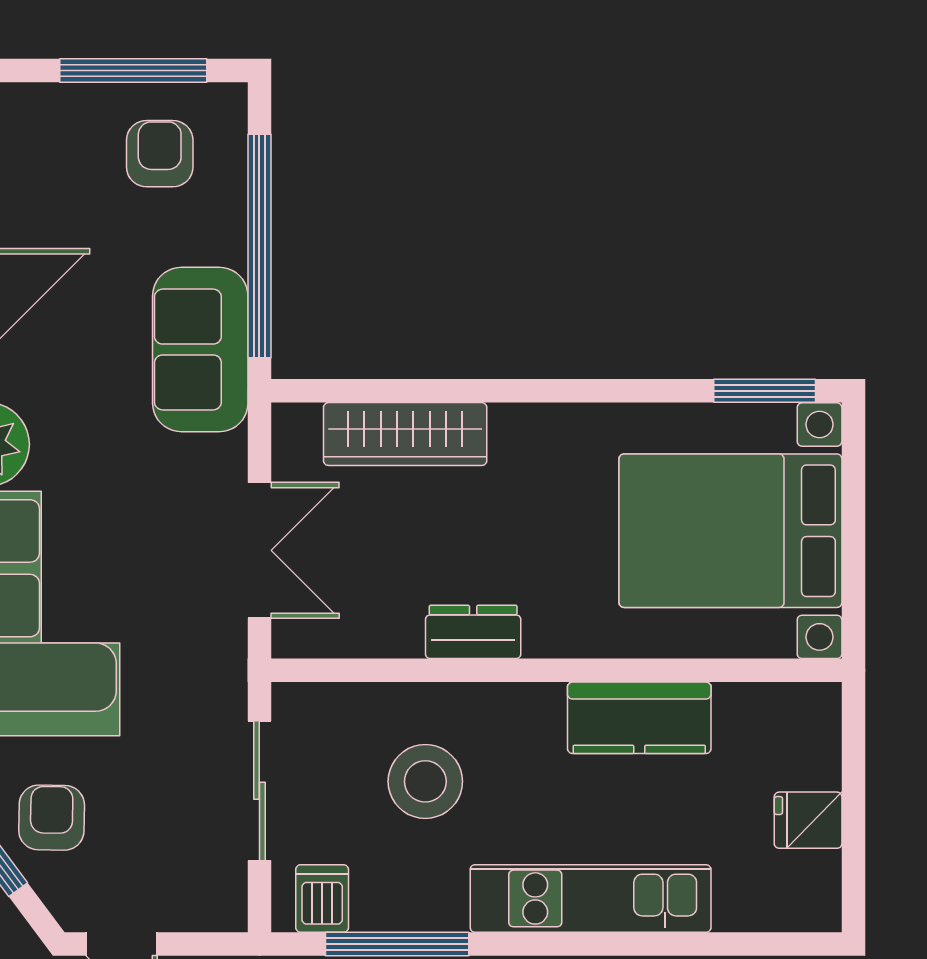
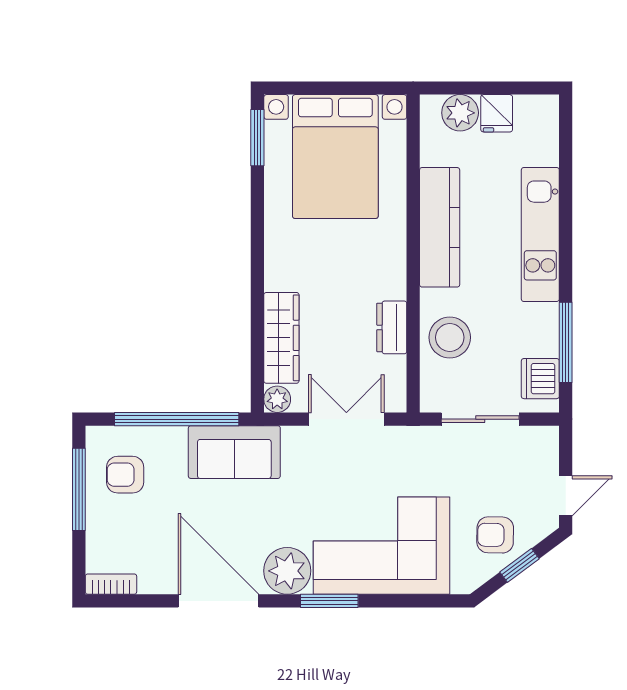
plant: (295, 426) -> (277, 399), added
dresser: (473, 632) -> (392, 327), moved
kitchen counter: (639, 718) -> (440, 227), width x1.50
plant: (809, 755) -> (460, 113), added
stool: (425, 781) -> (450, 337), moved
dishwasher: (322, 899) -> (540, 379), width x1.38

